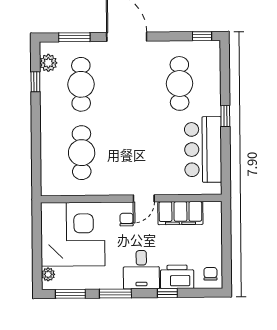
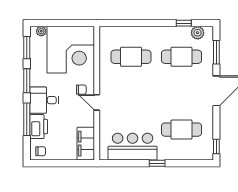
filing cabinet: (180, 213) -> (86, 144), moved
window: (167, 293) -> (27, 119), width x2.17

